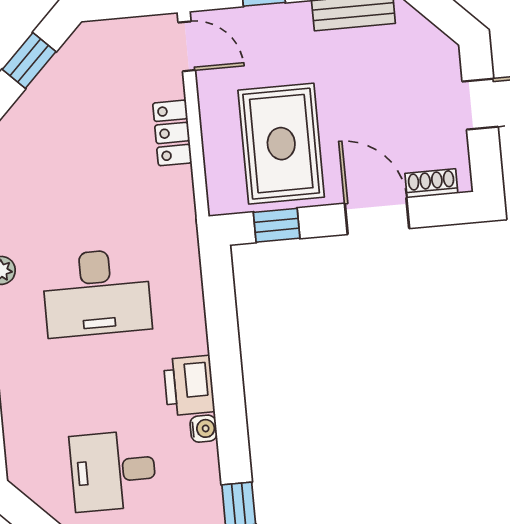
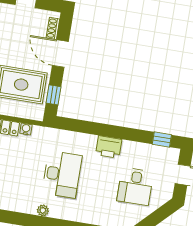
door: (377, 216) -> (60, 54), hinge flipped
water cooler: (204, 429) -> (26, 129), moved

